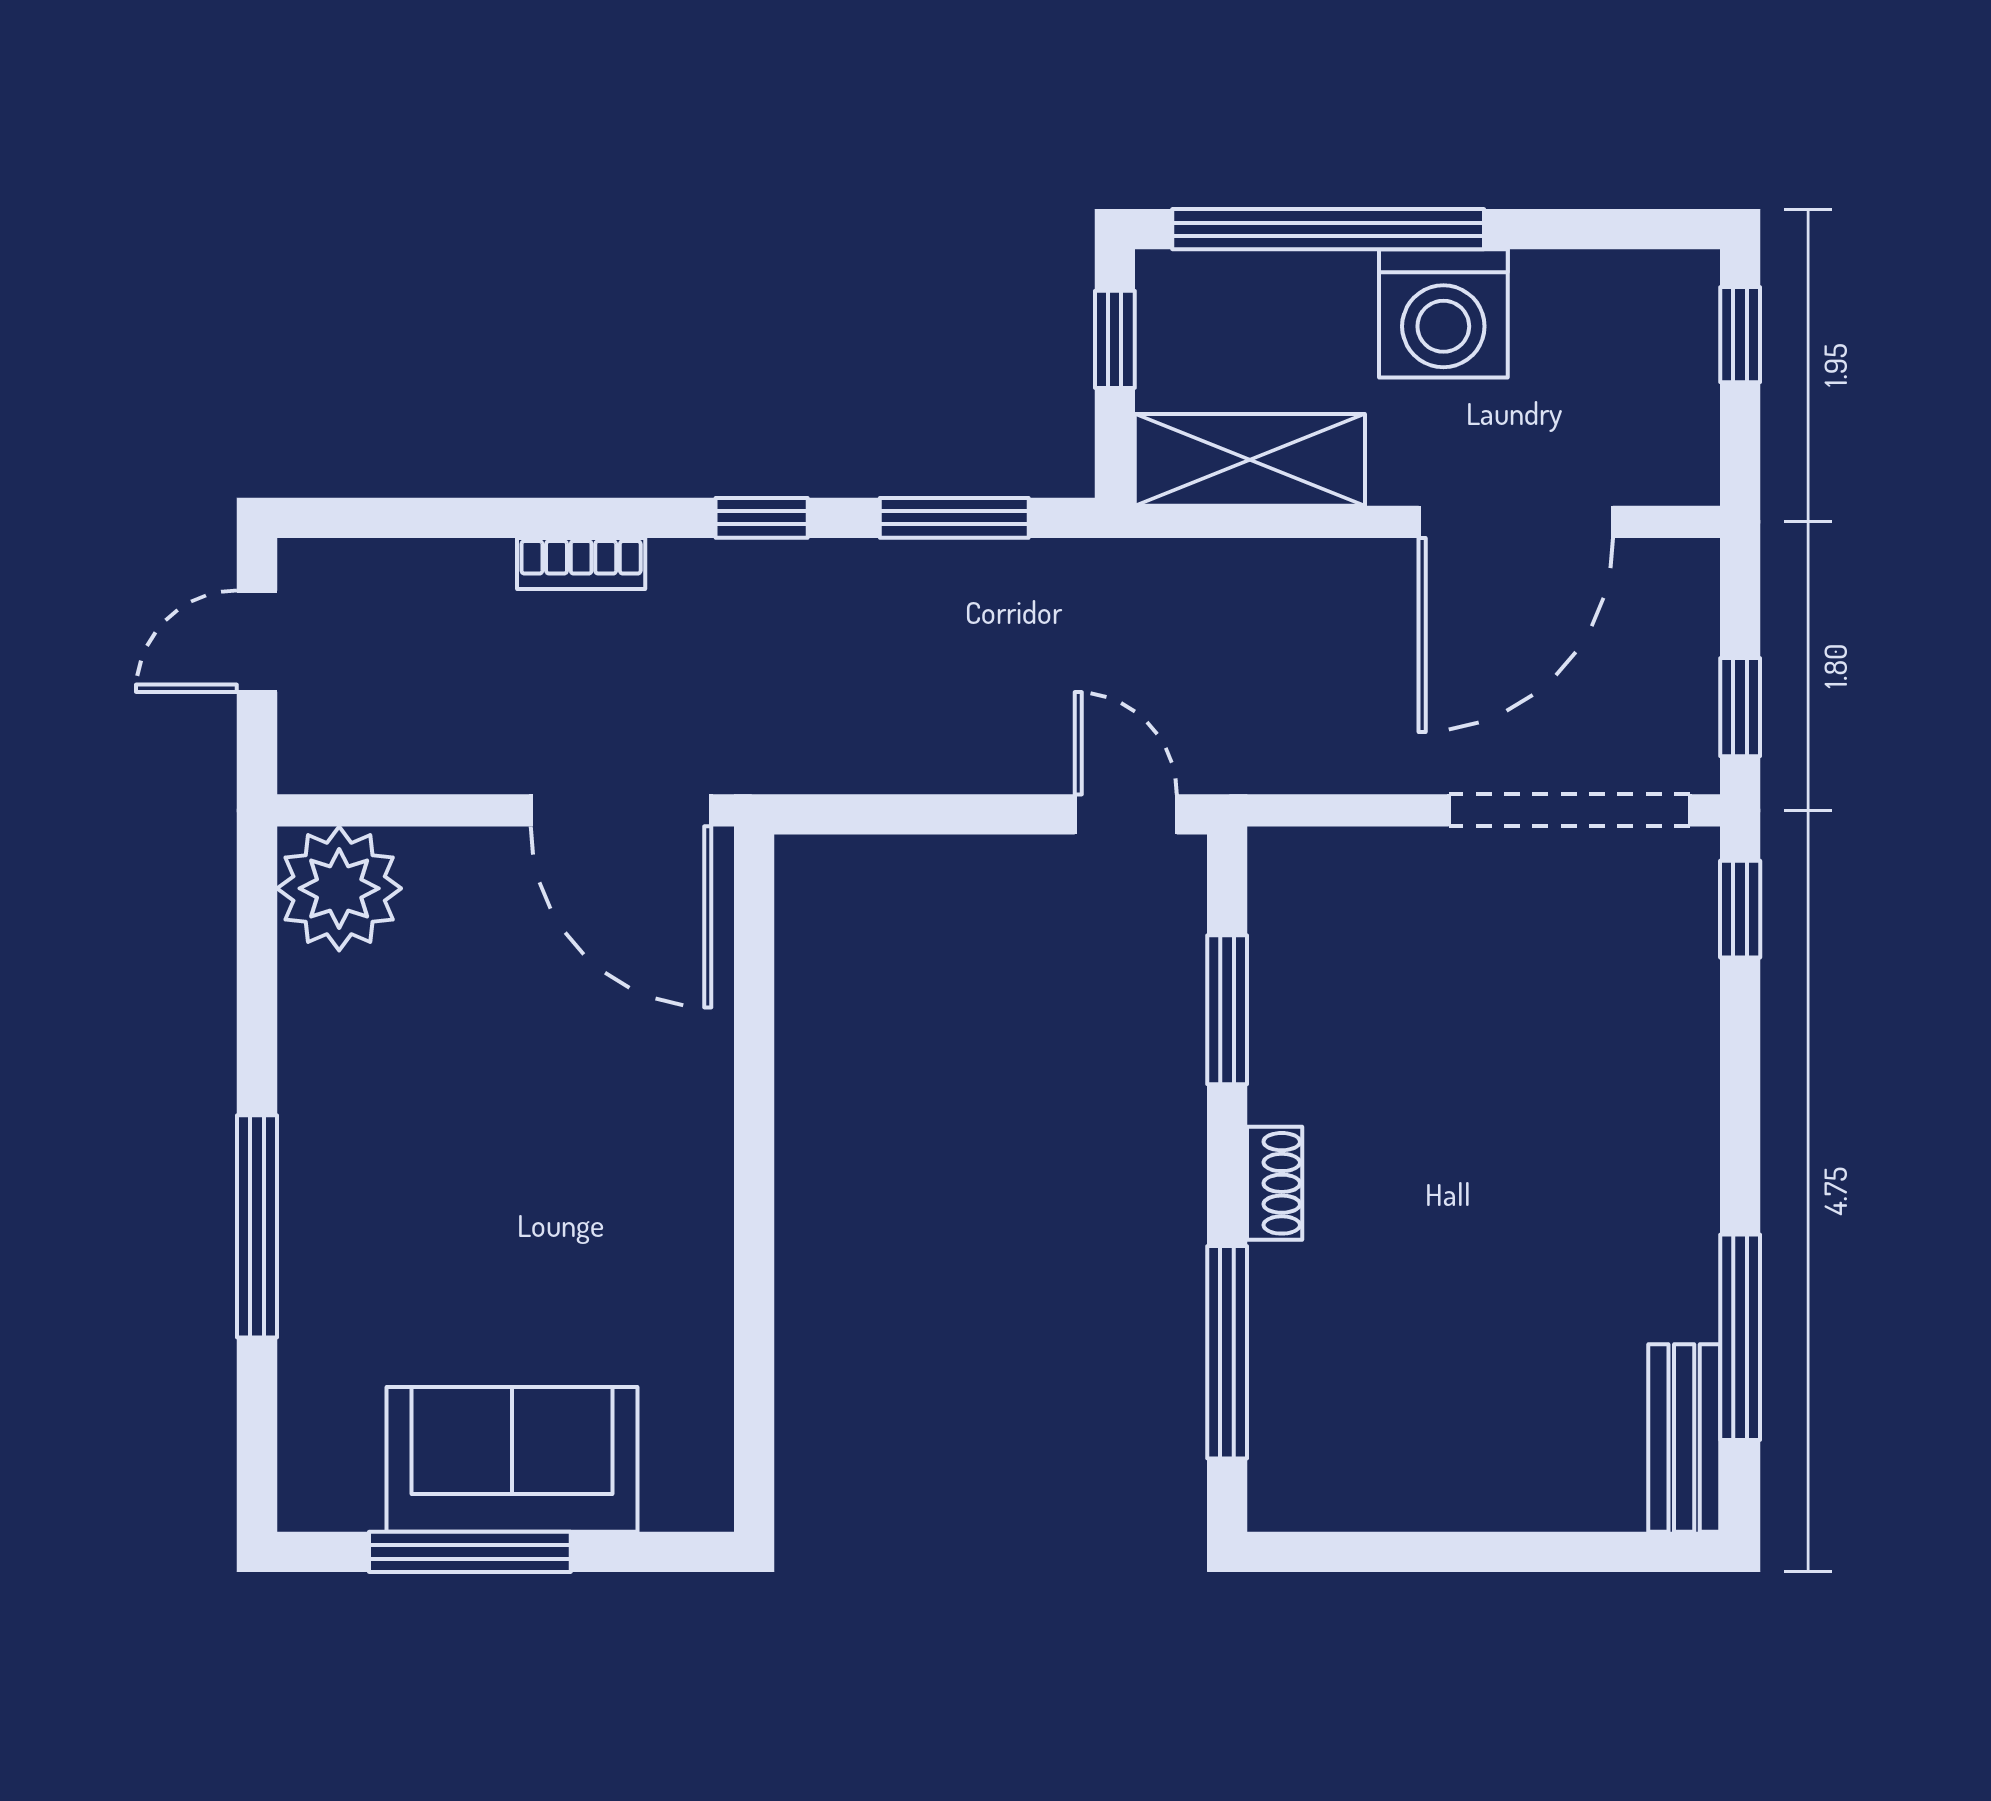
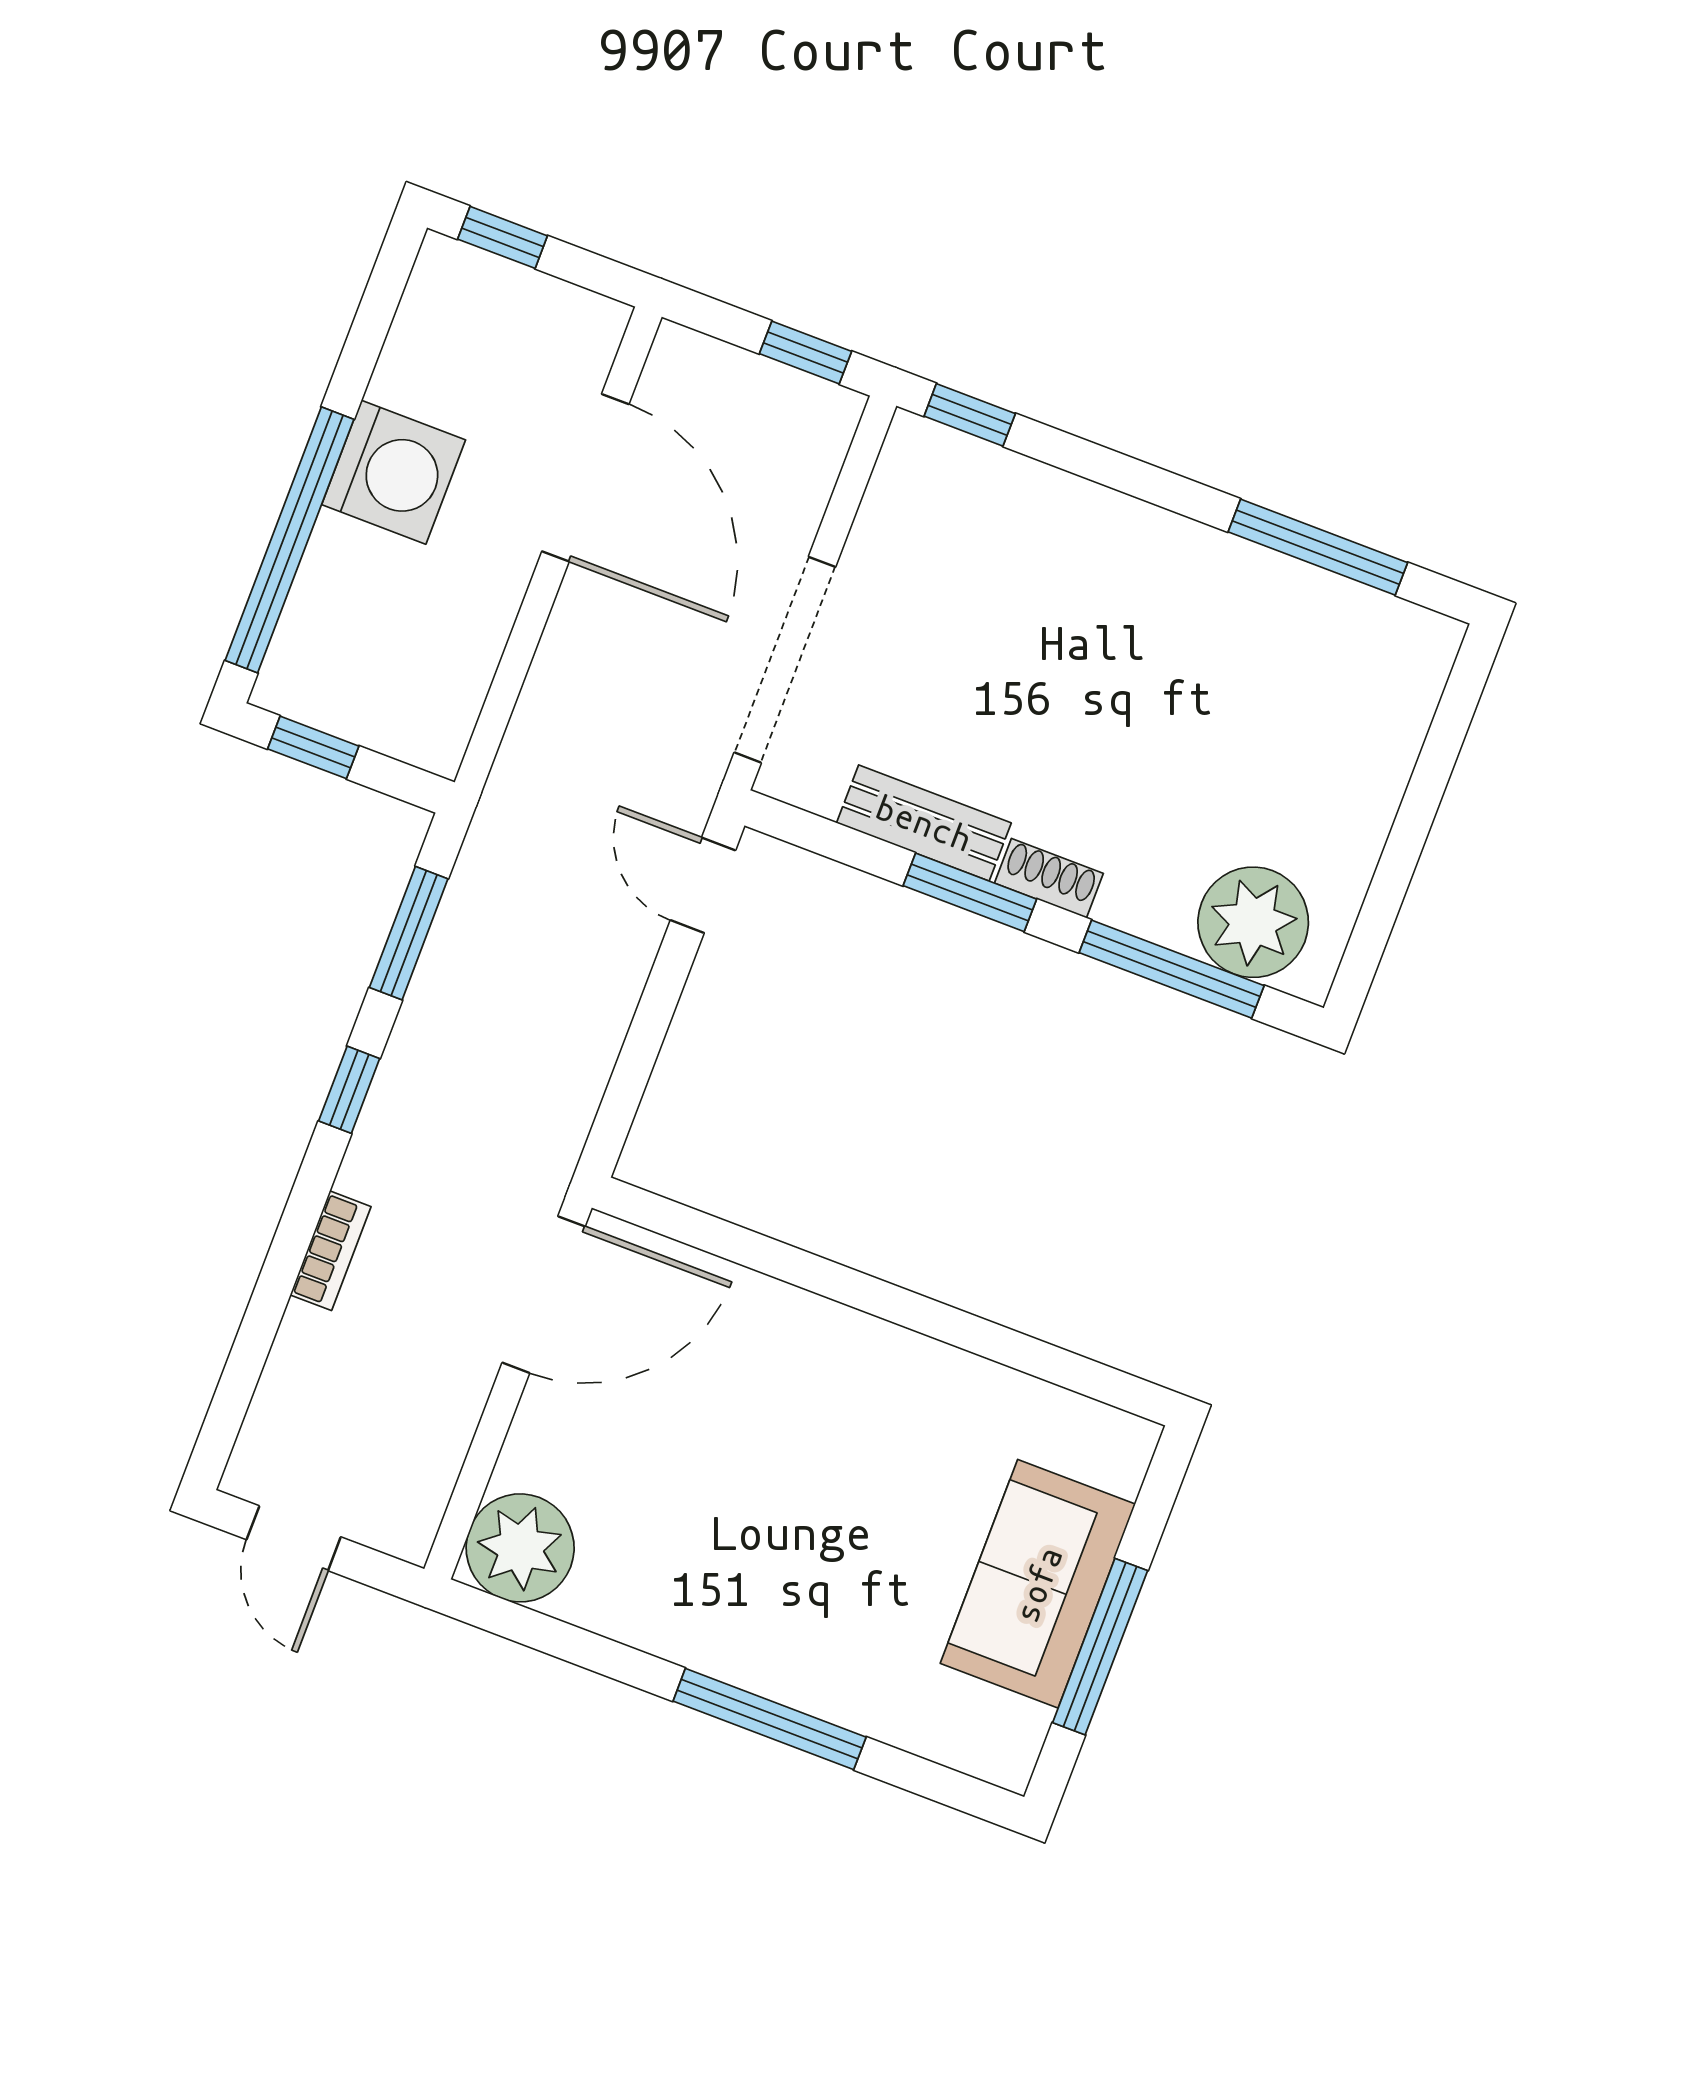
shelving: (1250, 460) -> (453, 675), removed
doorway: (1569, 810) -> (785, 660), moved
door: (1126, 814) -> (703, 885), hinge flipped
window: (1227, 1010) -> (970, 892), moved
plant: (1311, 1421) -> (1253, 922), added
bench: (1684, 1438) -> (924, 823), moved

